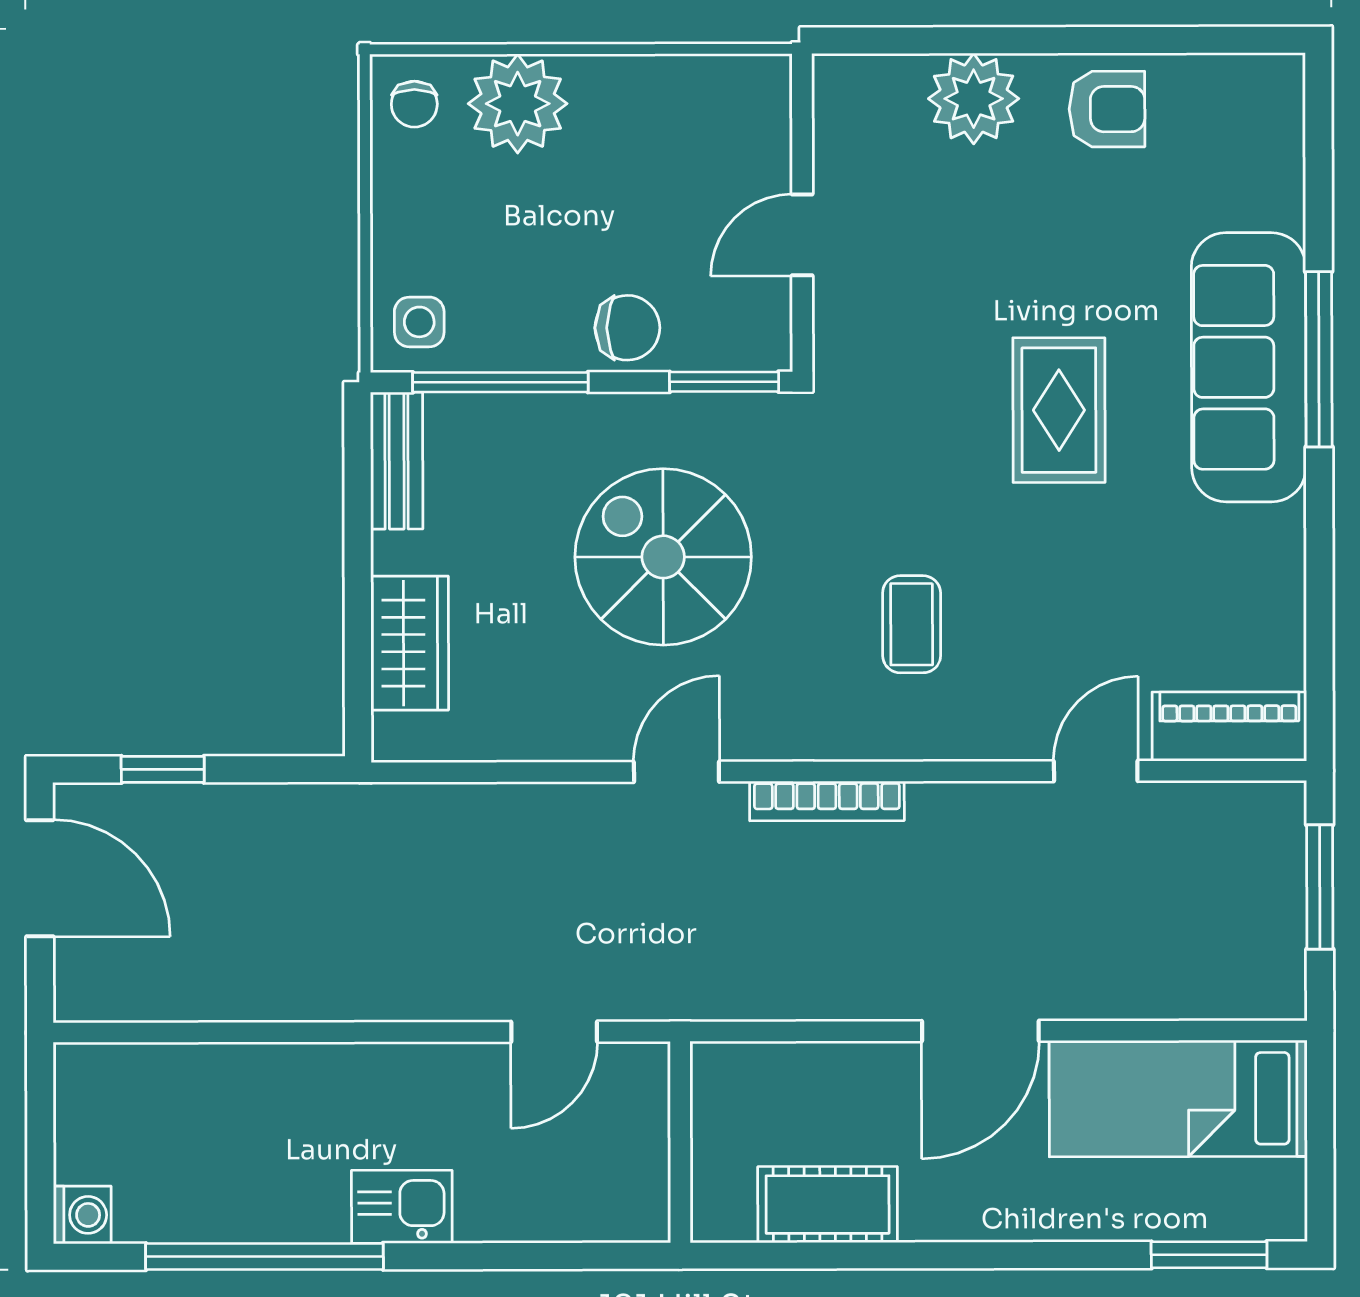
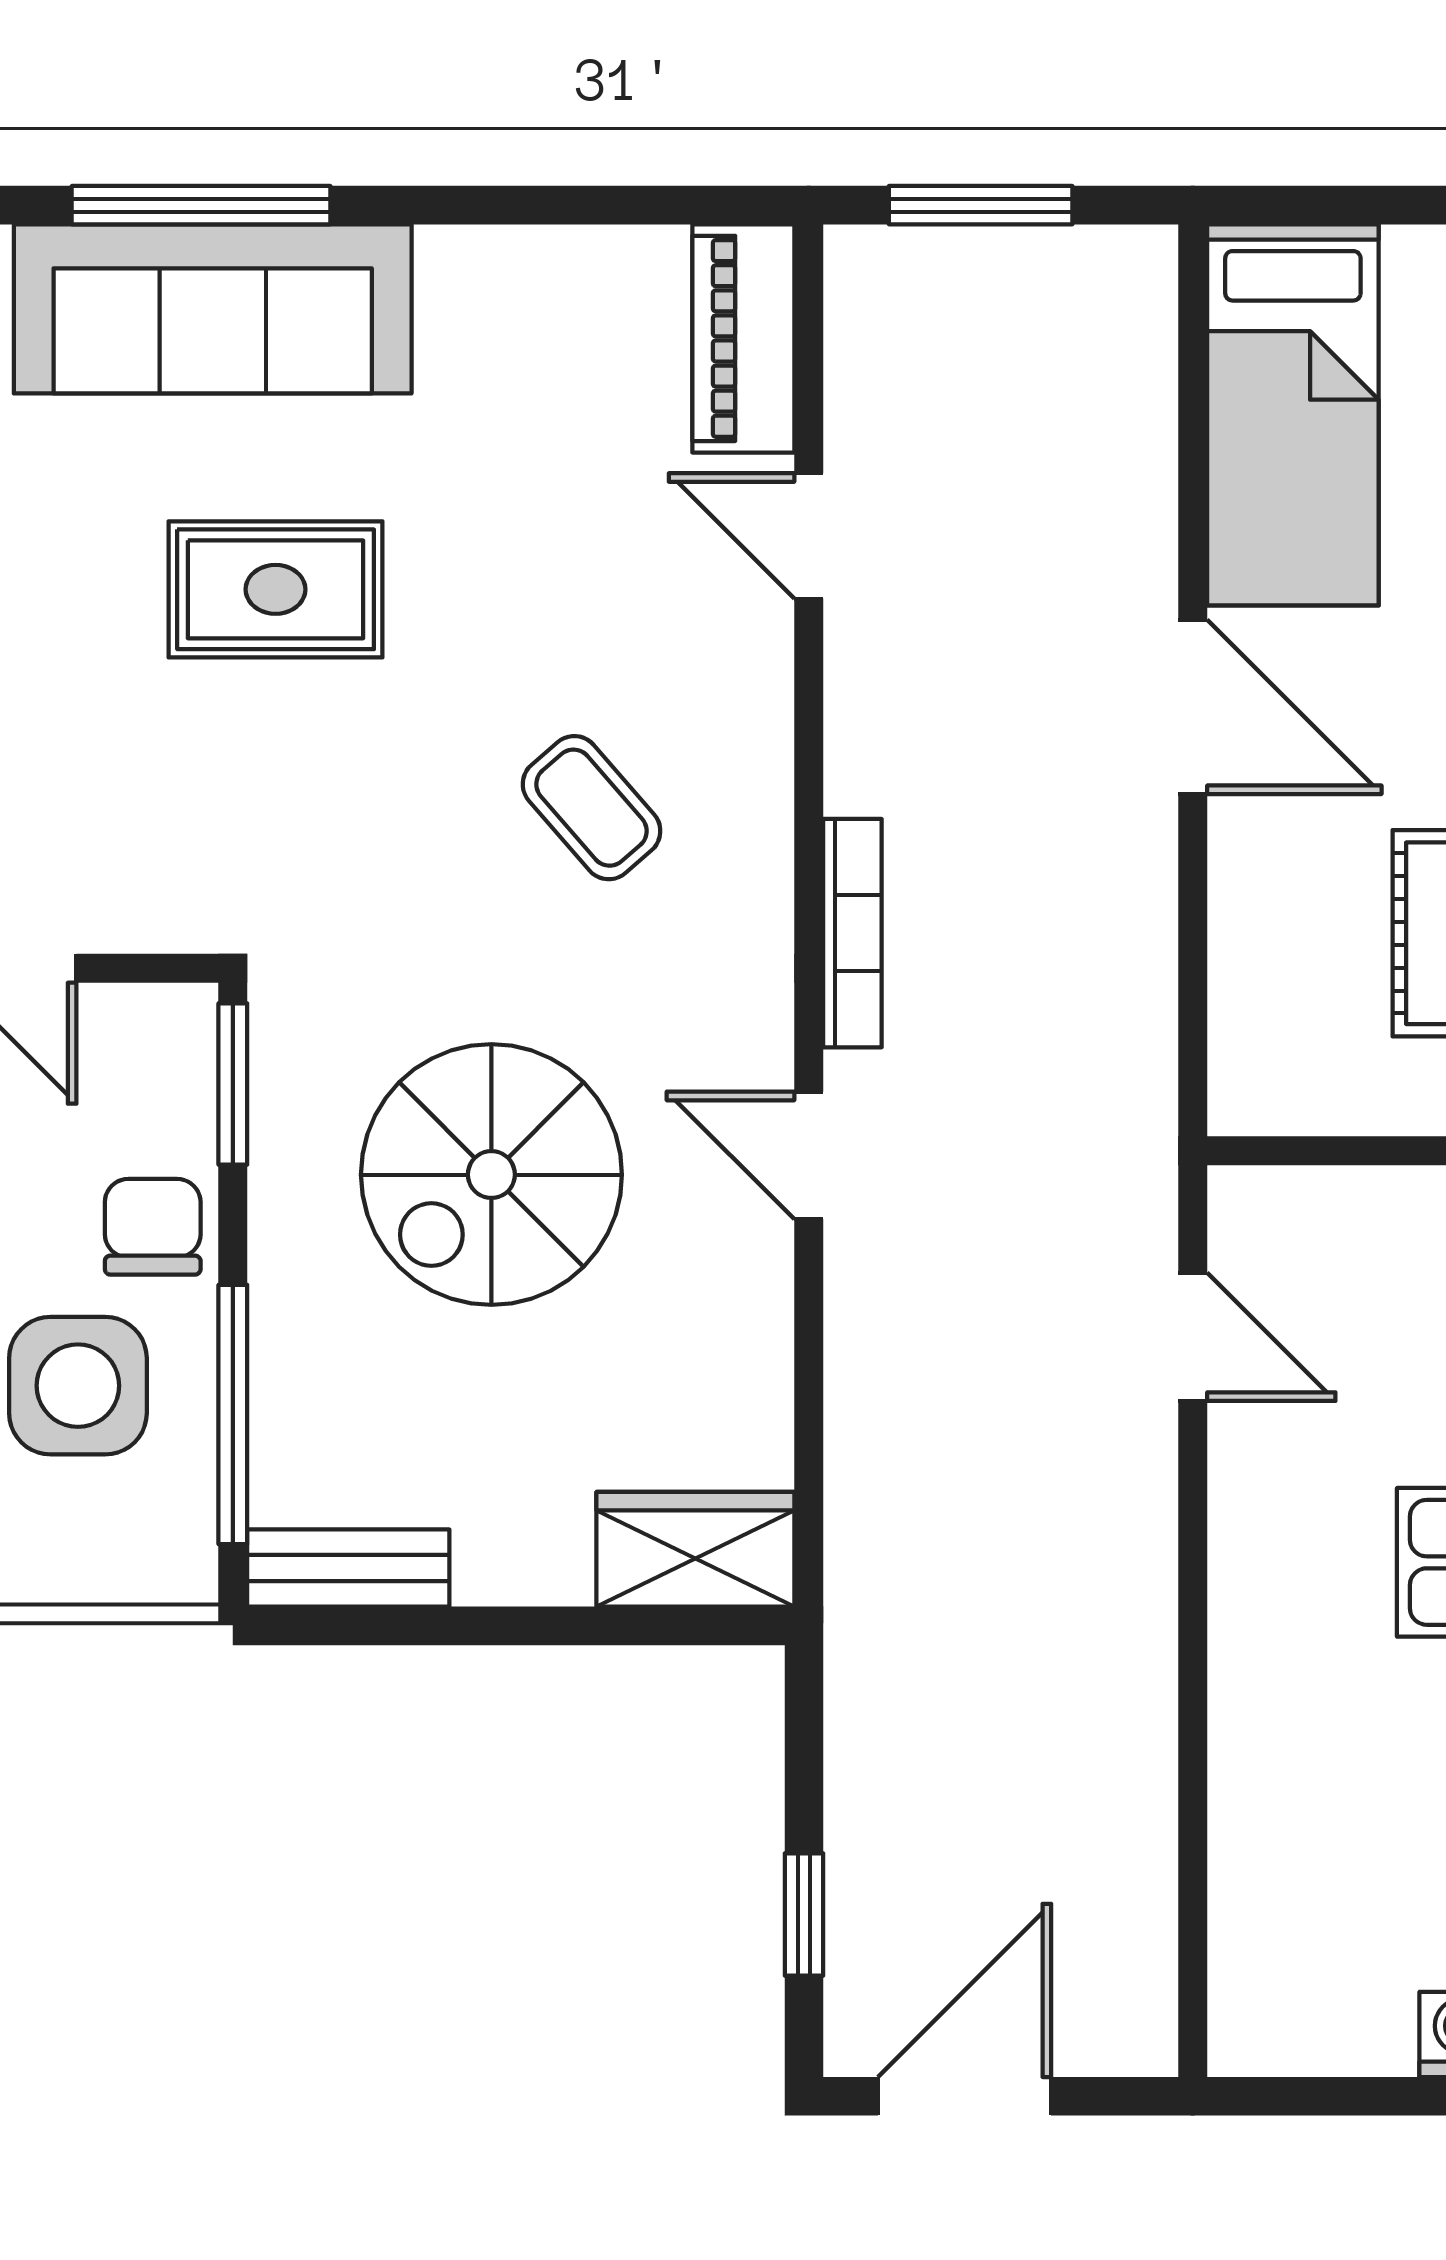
side table: (419, 322) -> (78, 1386), moved, width x1.87, depth x1.87
coffee table: (912, 624) -> (592, 808), turned 49
wardrobe: (410, 643) -> (695, 1549), moved

